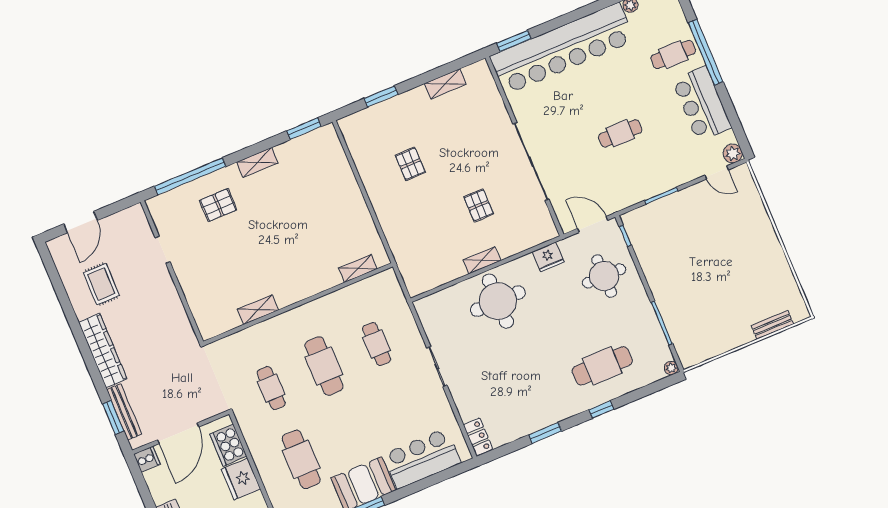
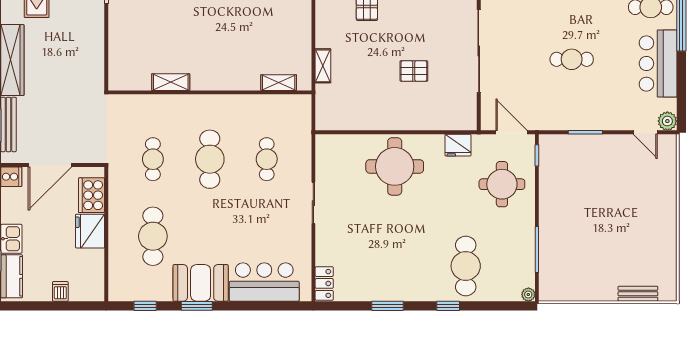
pallet: (479, 205) -> (414, 71), turned 90
shelving: (482, 260) -> (323, 66), moved, turned 90
cafe table: (602, 366) -> (466, 266), turned 90

